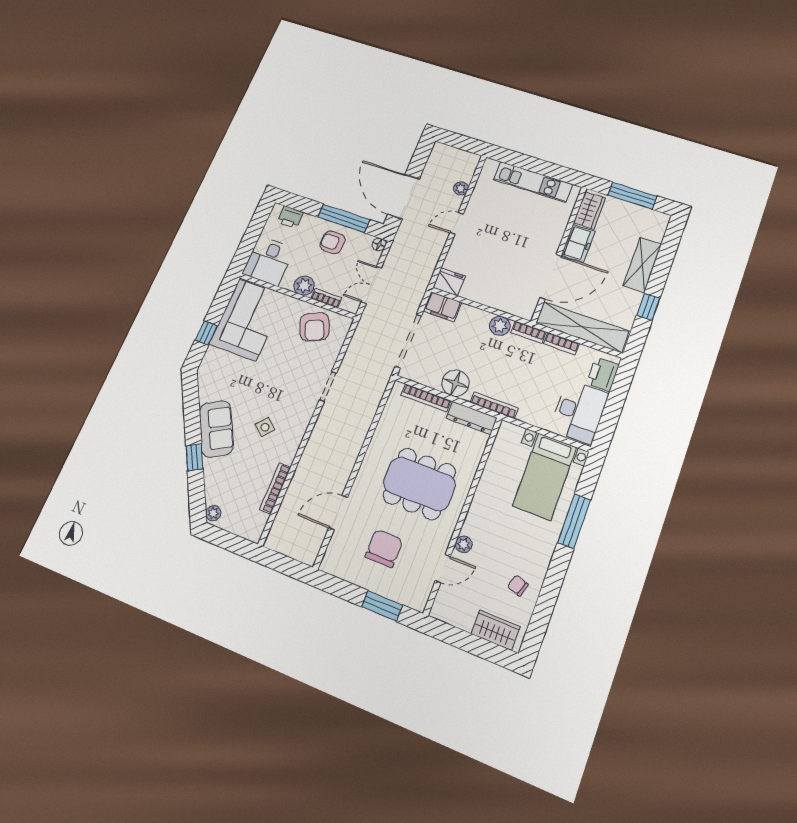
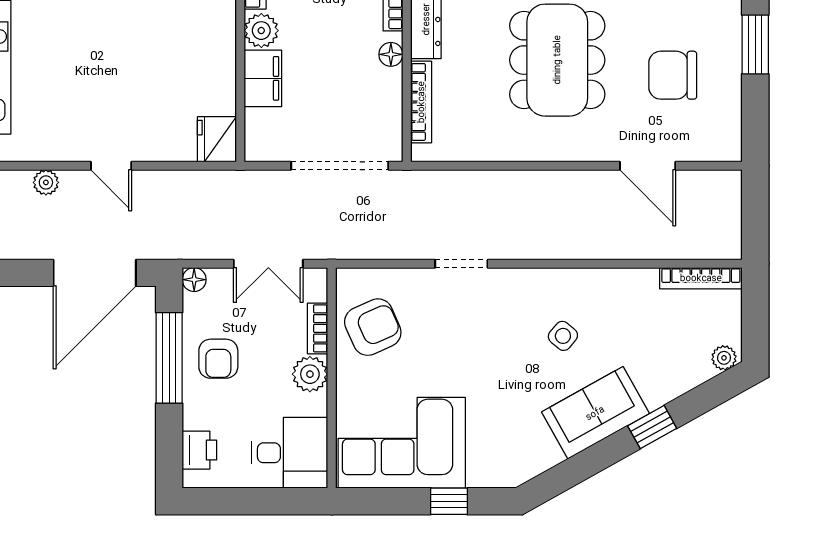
filing cabinet: (442, 307) -> (263, 78), moved
floor lamp: (456, 383) -> (391, 54), width x0.53, depth x0.53
bookcase: (275, 488) -> (701, 278), moved

